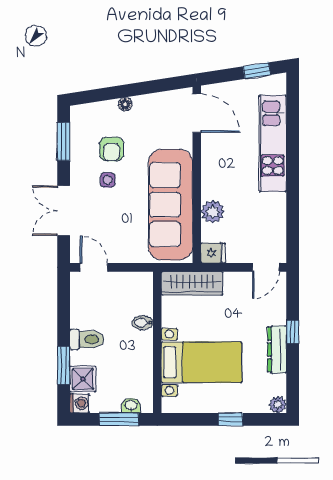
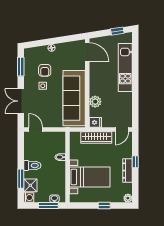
wardrobe: (192, 283) -> (96, 138), moved

